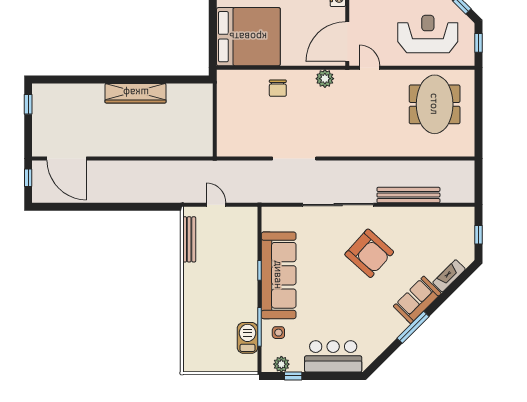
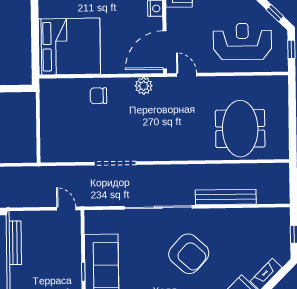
chair: (278, 88) -> (98, 96), turned 90
meeting table: (435, 104) -> (240, 129), moved
door: (216, 205) -> (66, 209), moved

